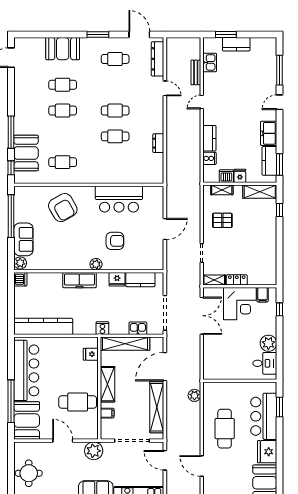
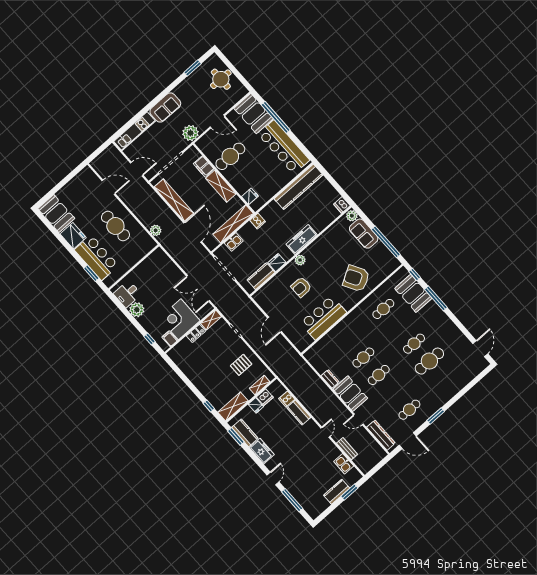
booth: (63, 49) -> (350, 394), moved, turned 90
cafe table: (63, 85) -> (429, 361), width x1.37, depth x1.35
filing cabinet: (107, 413) -> (204, 166), width x2.00

